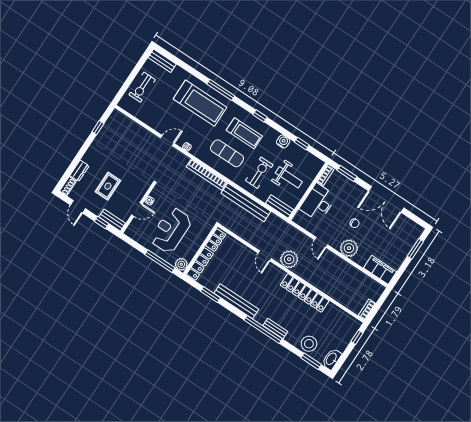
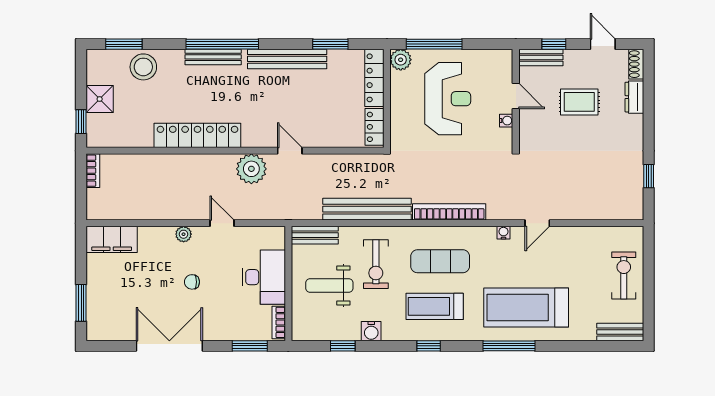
rug: (108, 186) -> (579, 102), turned 90
door: (137, 209) -> (516, 96), swing flipped
plant: (349, 248) -> (184, 234), width x0.53, depth x0.53
bench: (275, 329) -> (213, 57), width x1.36
shower: (341, 342) -> (100, 99), added
washbasin: (332, 359) -> (97, 66), removed

